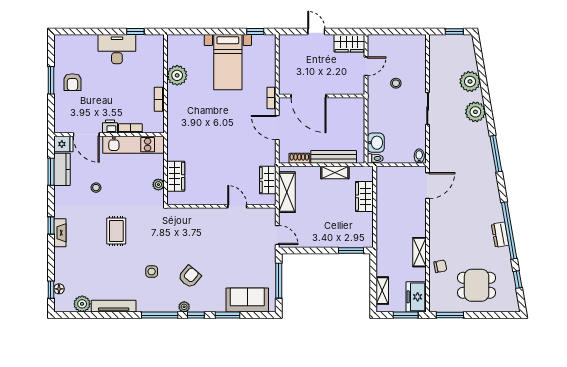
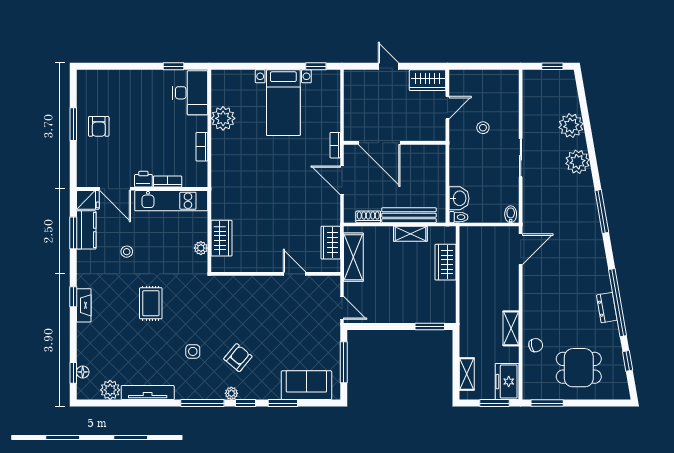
desk: (117, 49) -> (190, 93), moved, turned 90

